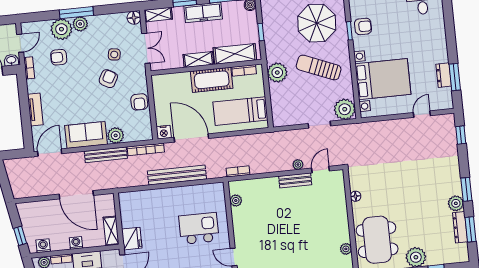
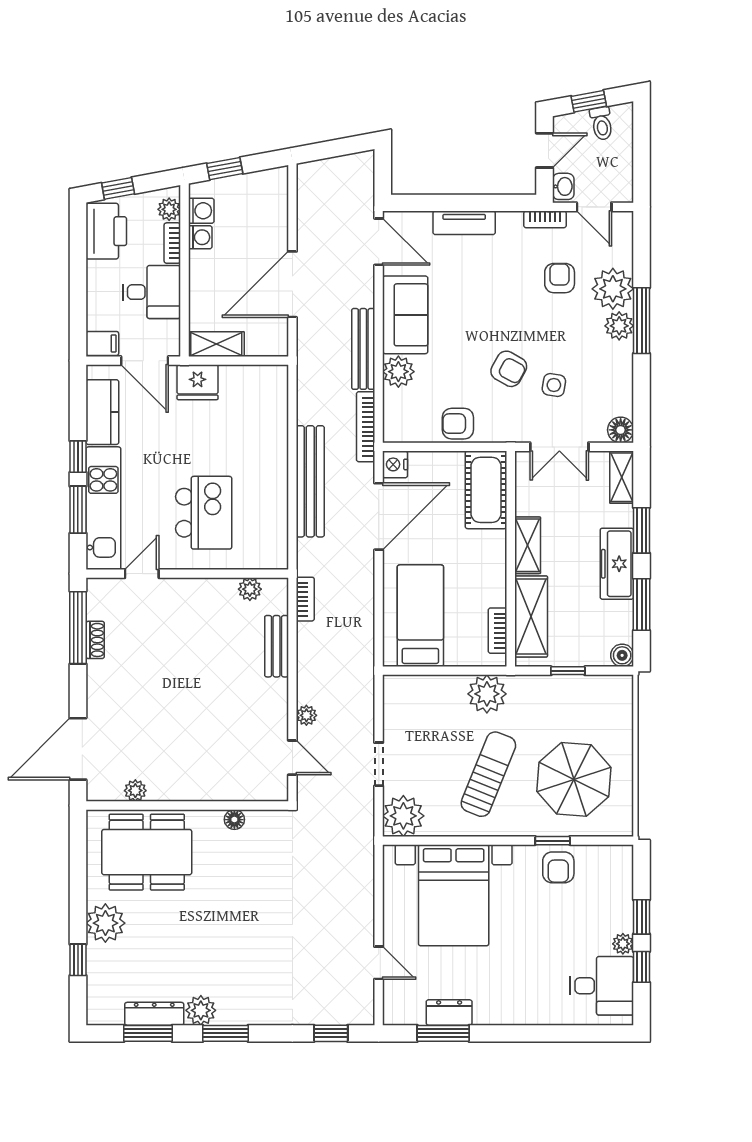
cot: (212, 80) -> (486, 490), moved
bench: (295, 180) -> (277, 646), moved
washing machine: (76, 243) -> (200, 237), moved

